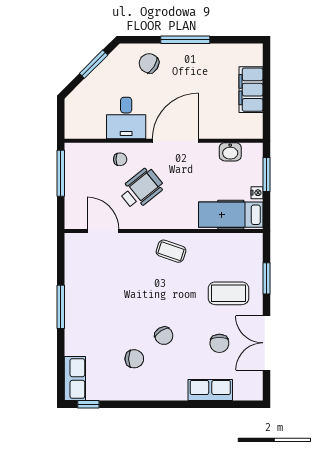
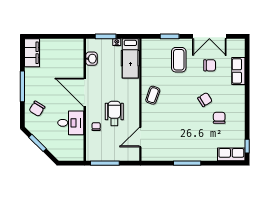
filing cabinet: (251, 90) -> (32, 53), moved, turned -90
wheelchair: (141, 189) -> (114, 113), turned 39

